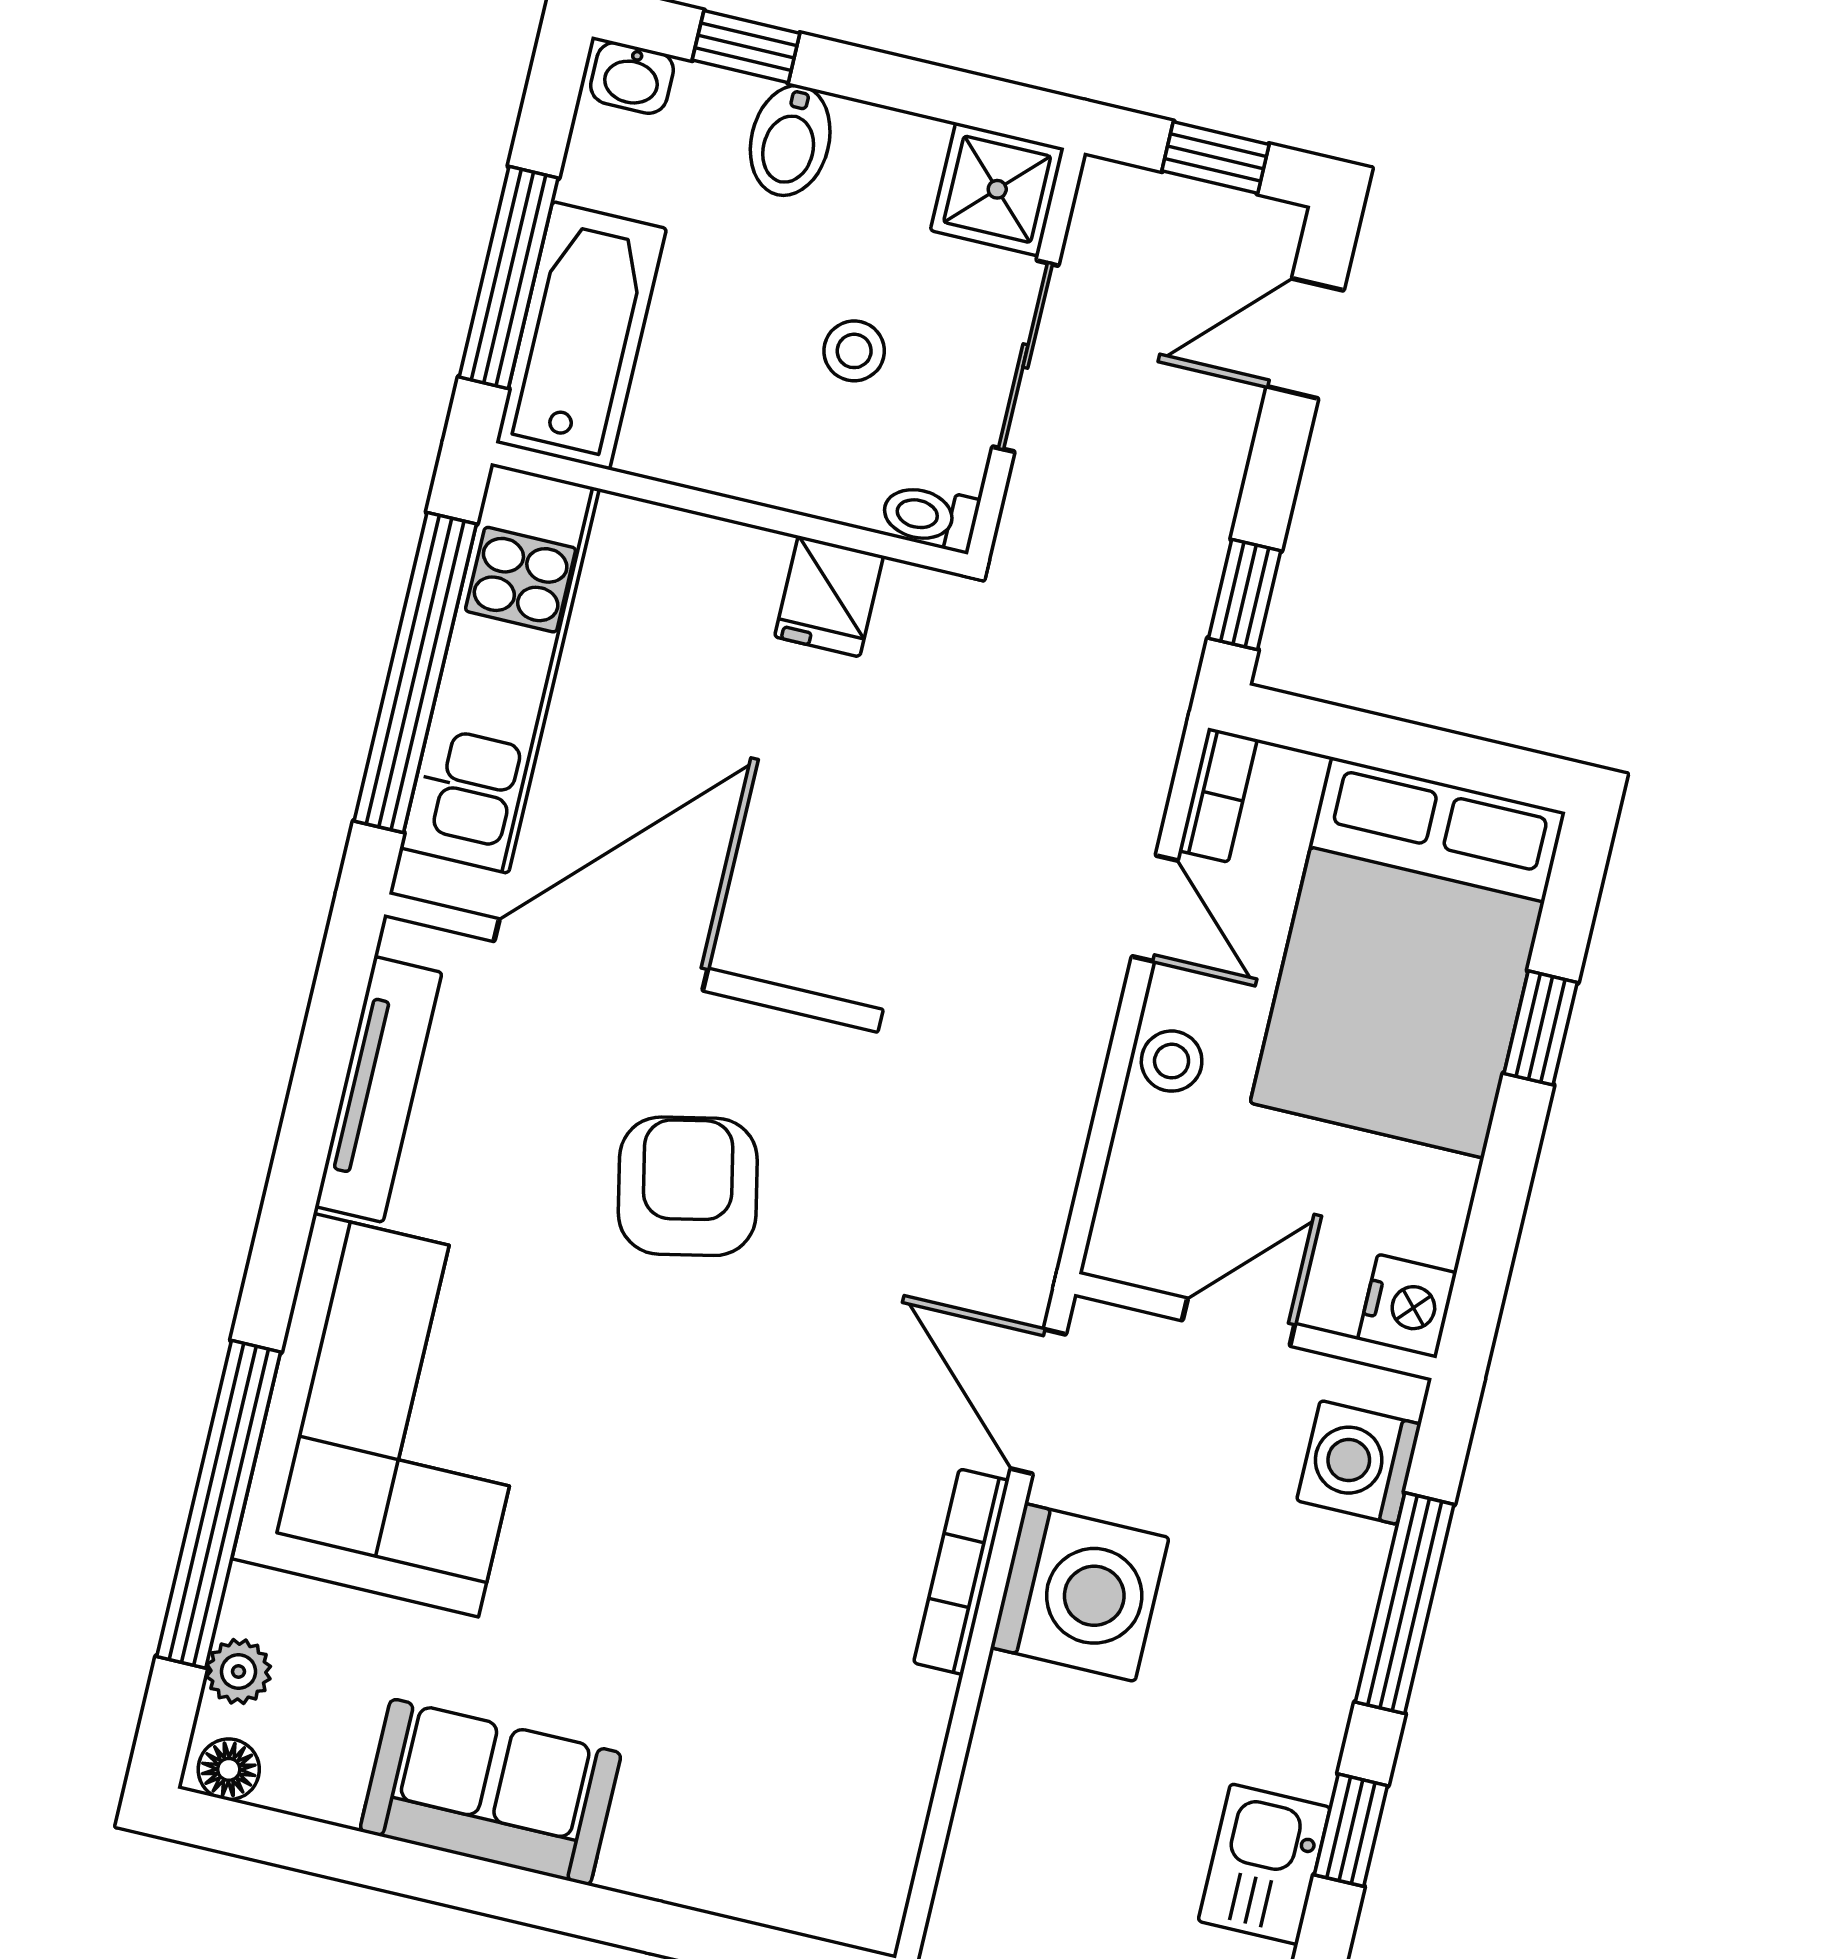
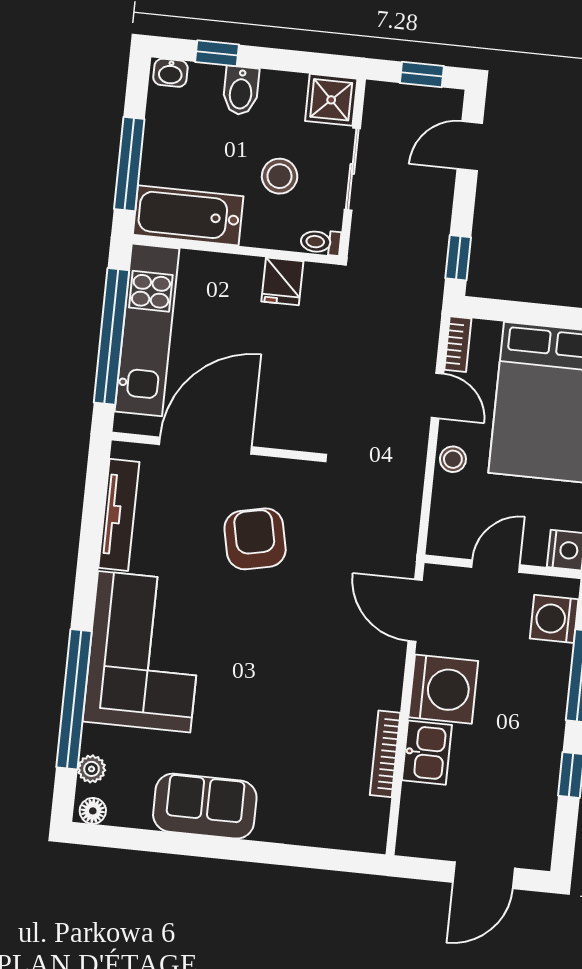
bathtub: (581, 336) -> (188, 215), moved, turned -90
stool: (854, 351) -> (280, 176), width x1.37, depth x1.37
bookcase: (961, 1572) -> (385, 754), moved
kitchen sink: (1264, 1864) -> (427, 753), moved, turned 180

